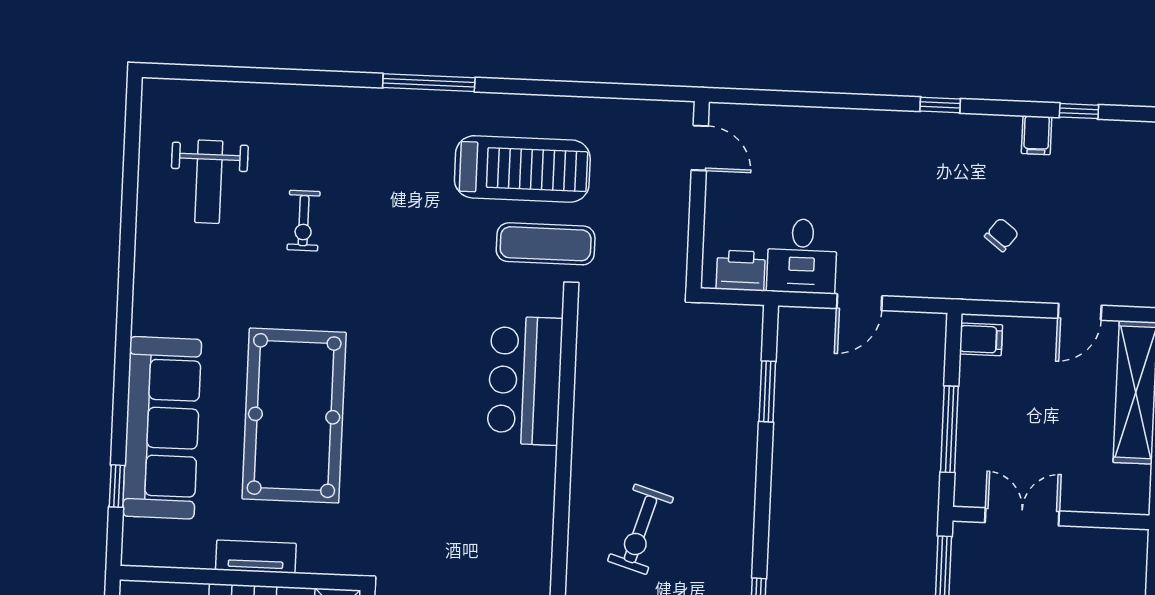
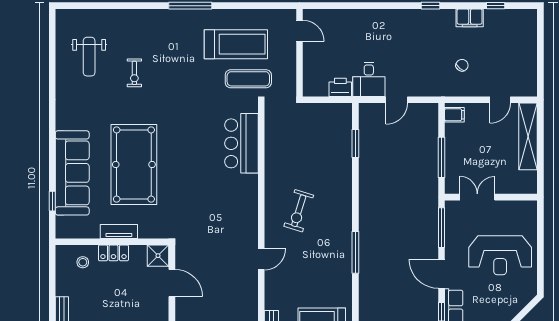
filing cabinet: (1037, 135) -> (470, 18), width x2.00
door: (700, 148) -> (300, 31), moved
wall: (698, 195) -> (300, 53), moved

